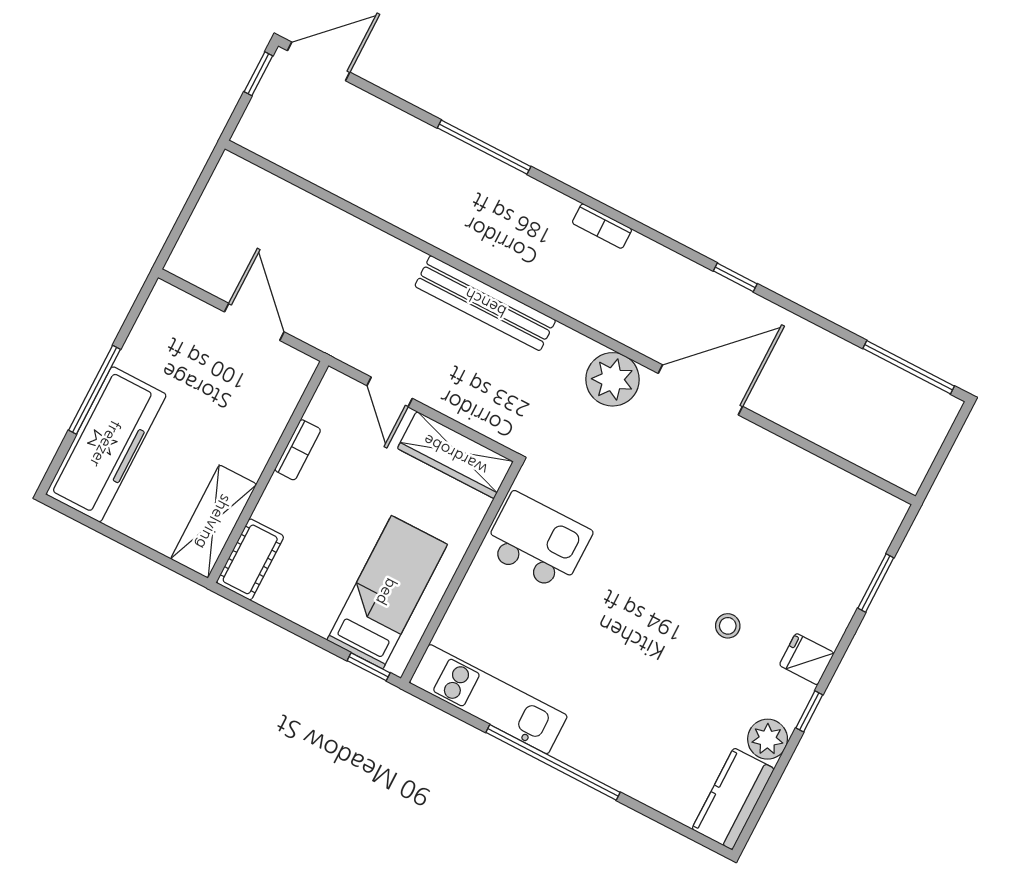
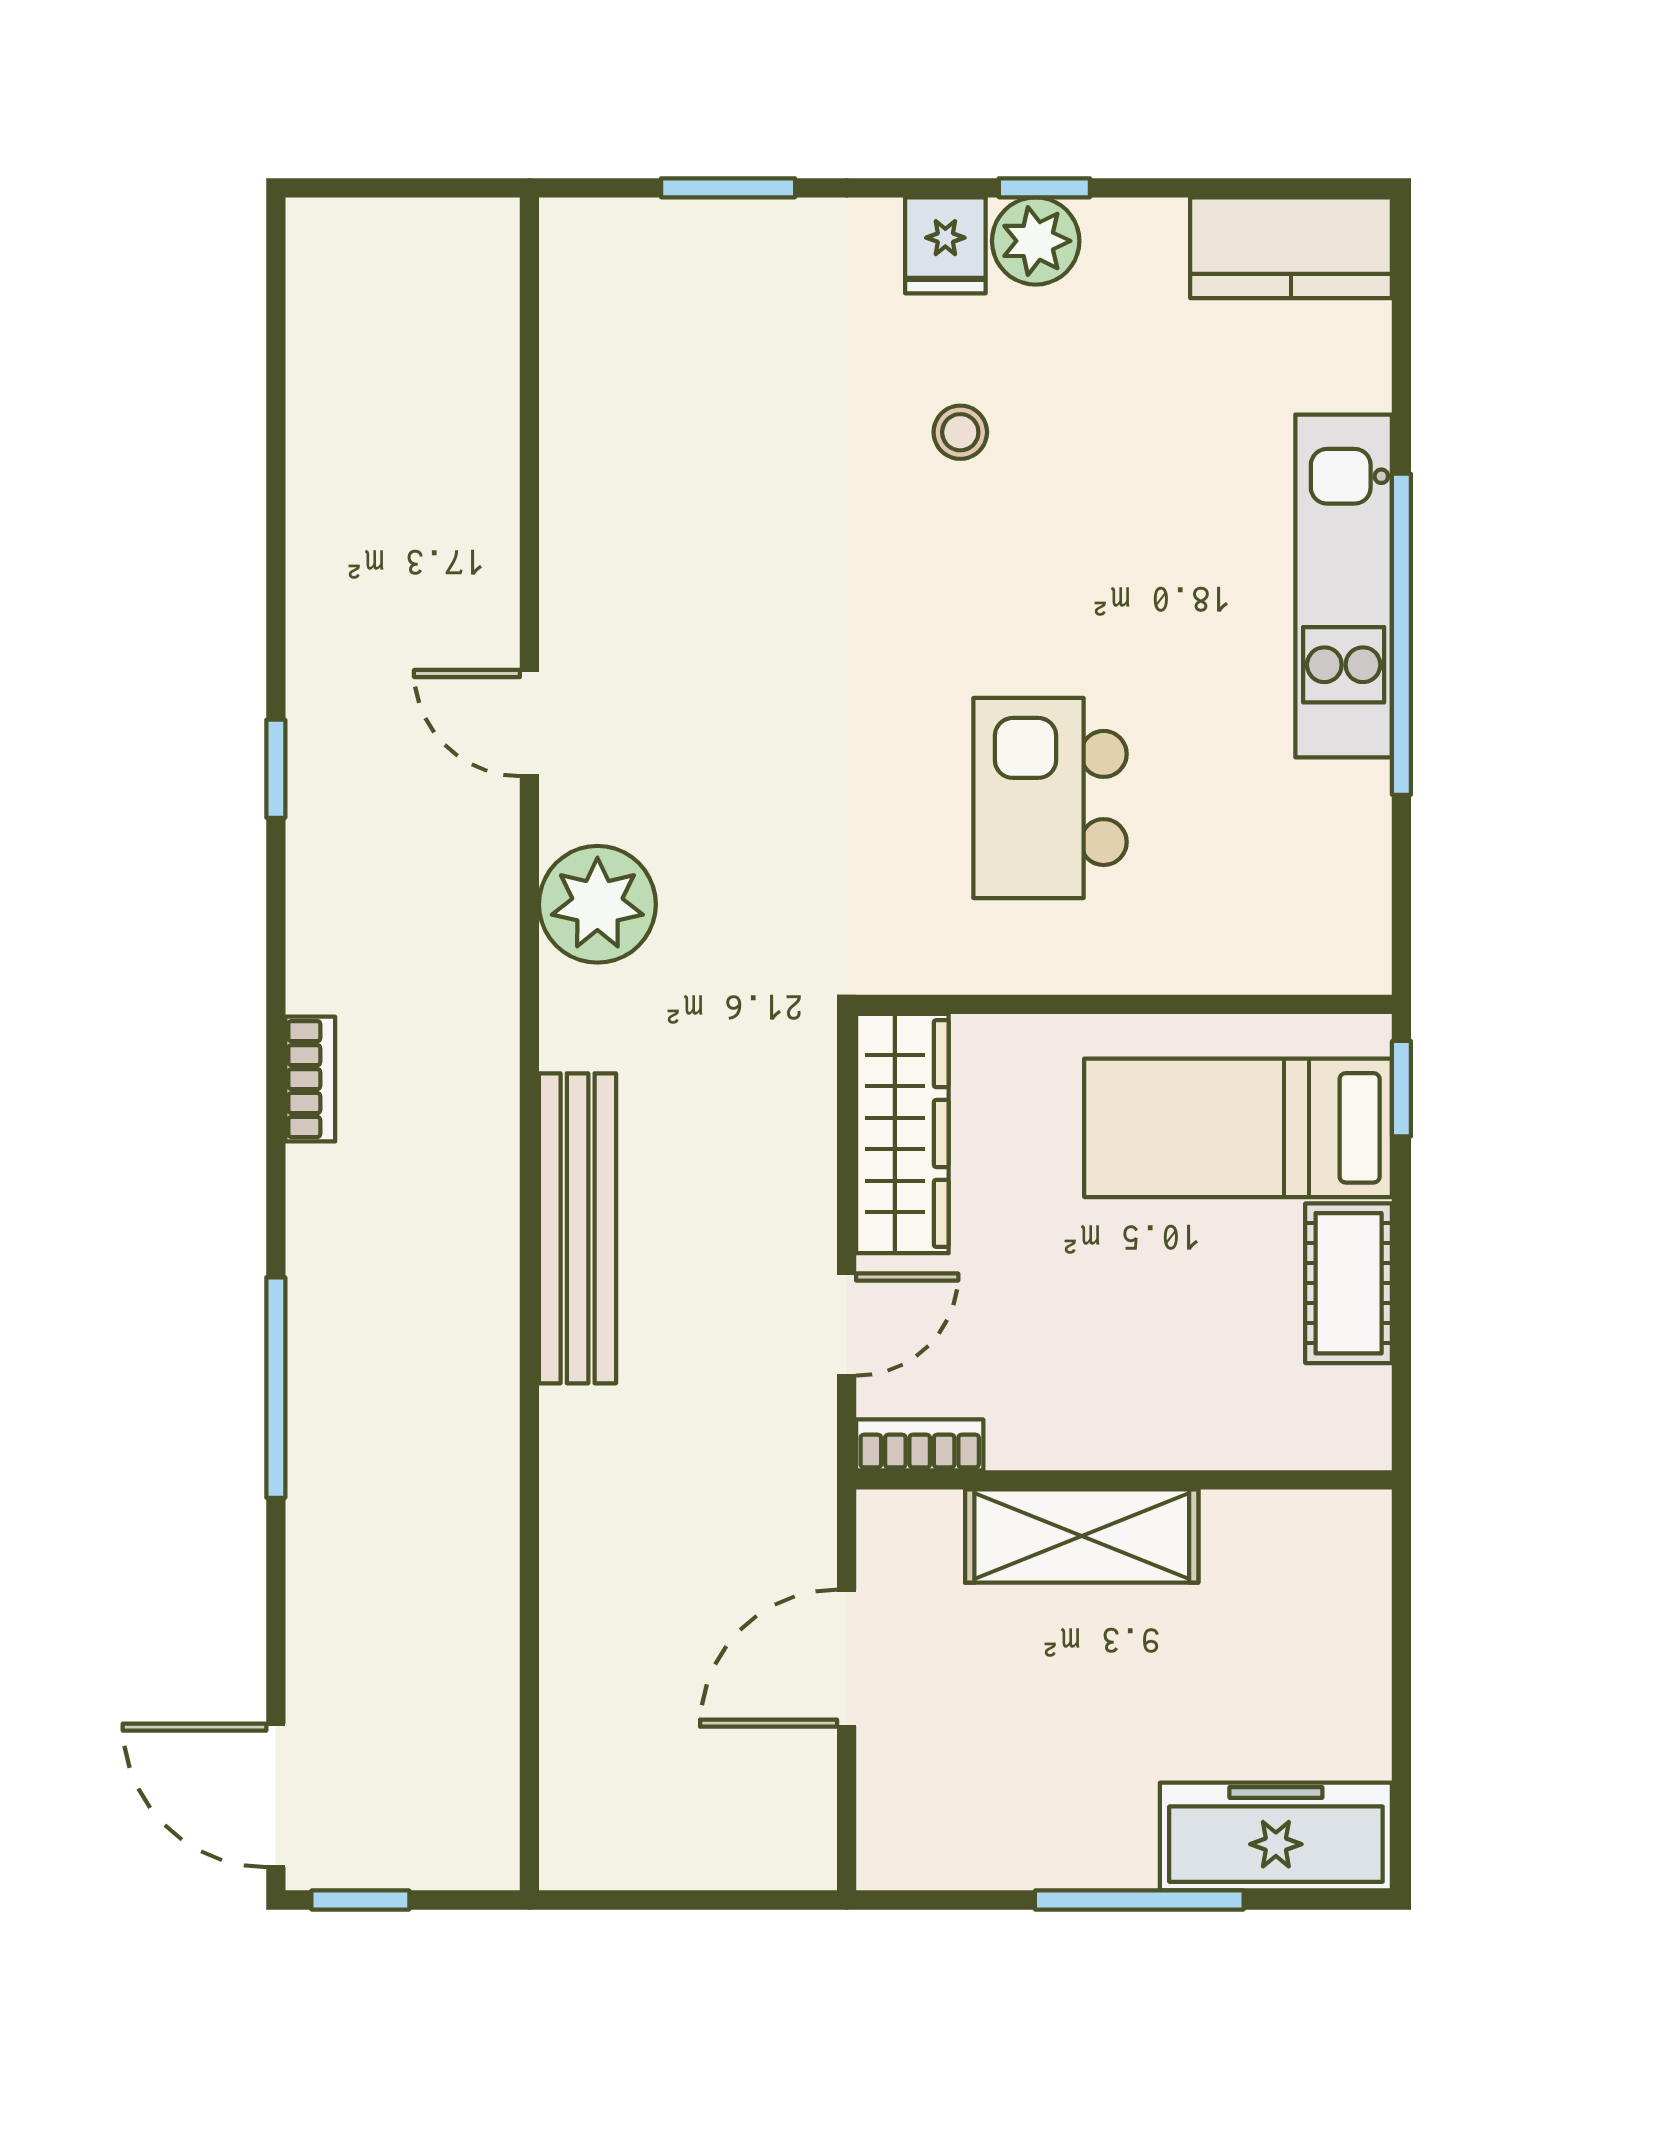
window: (909, 367) -> (276, 341), removed
door: (700, 390) -> (529, 723), width x0.53
freezer: (106, 444) -> (1276, 1837), width x0.73, depth x0.79
bookcase: (298, 450) -> (920, 1445), moved
shelving: (214, 522) -> (1082, 1536), moved
kitchen island: (538, 541) -> (1050, 798), moved
cot: (250, 559) -> (1349, 1283), moved, turned 90
kitchen unit: (488, 699) -> (1344, 586), moved
plant: (768, 739) -> (1036, 241), moved

